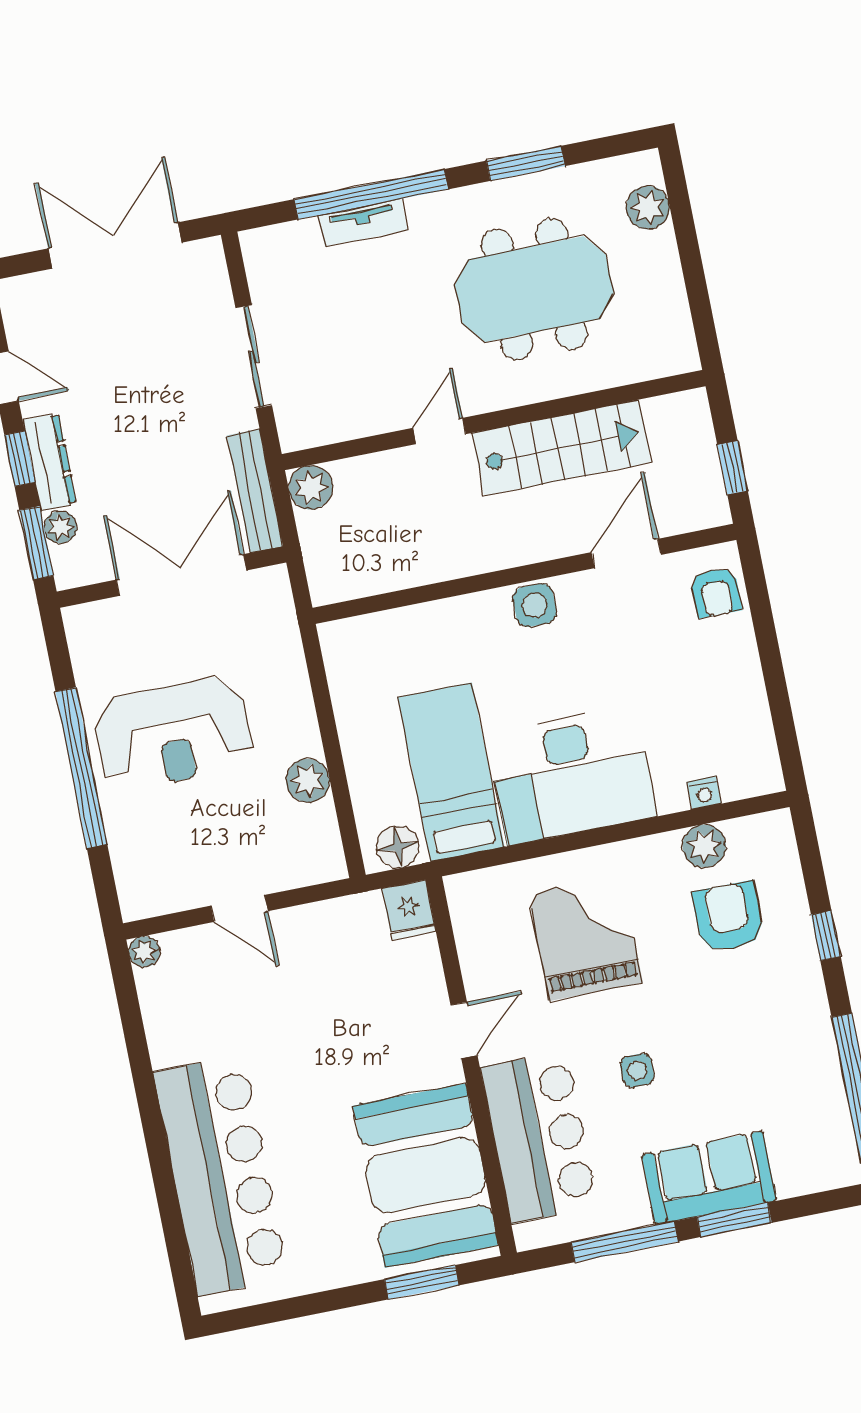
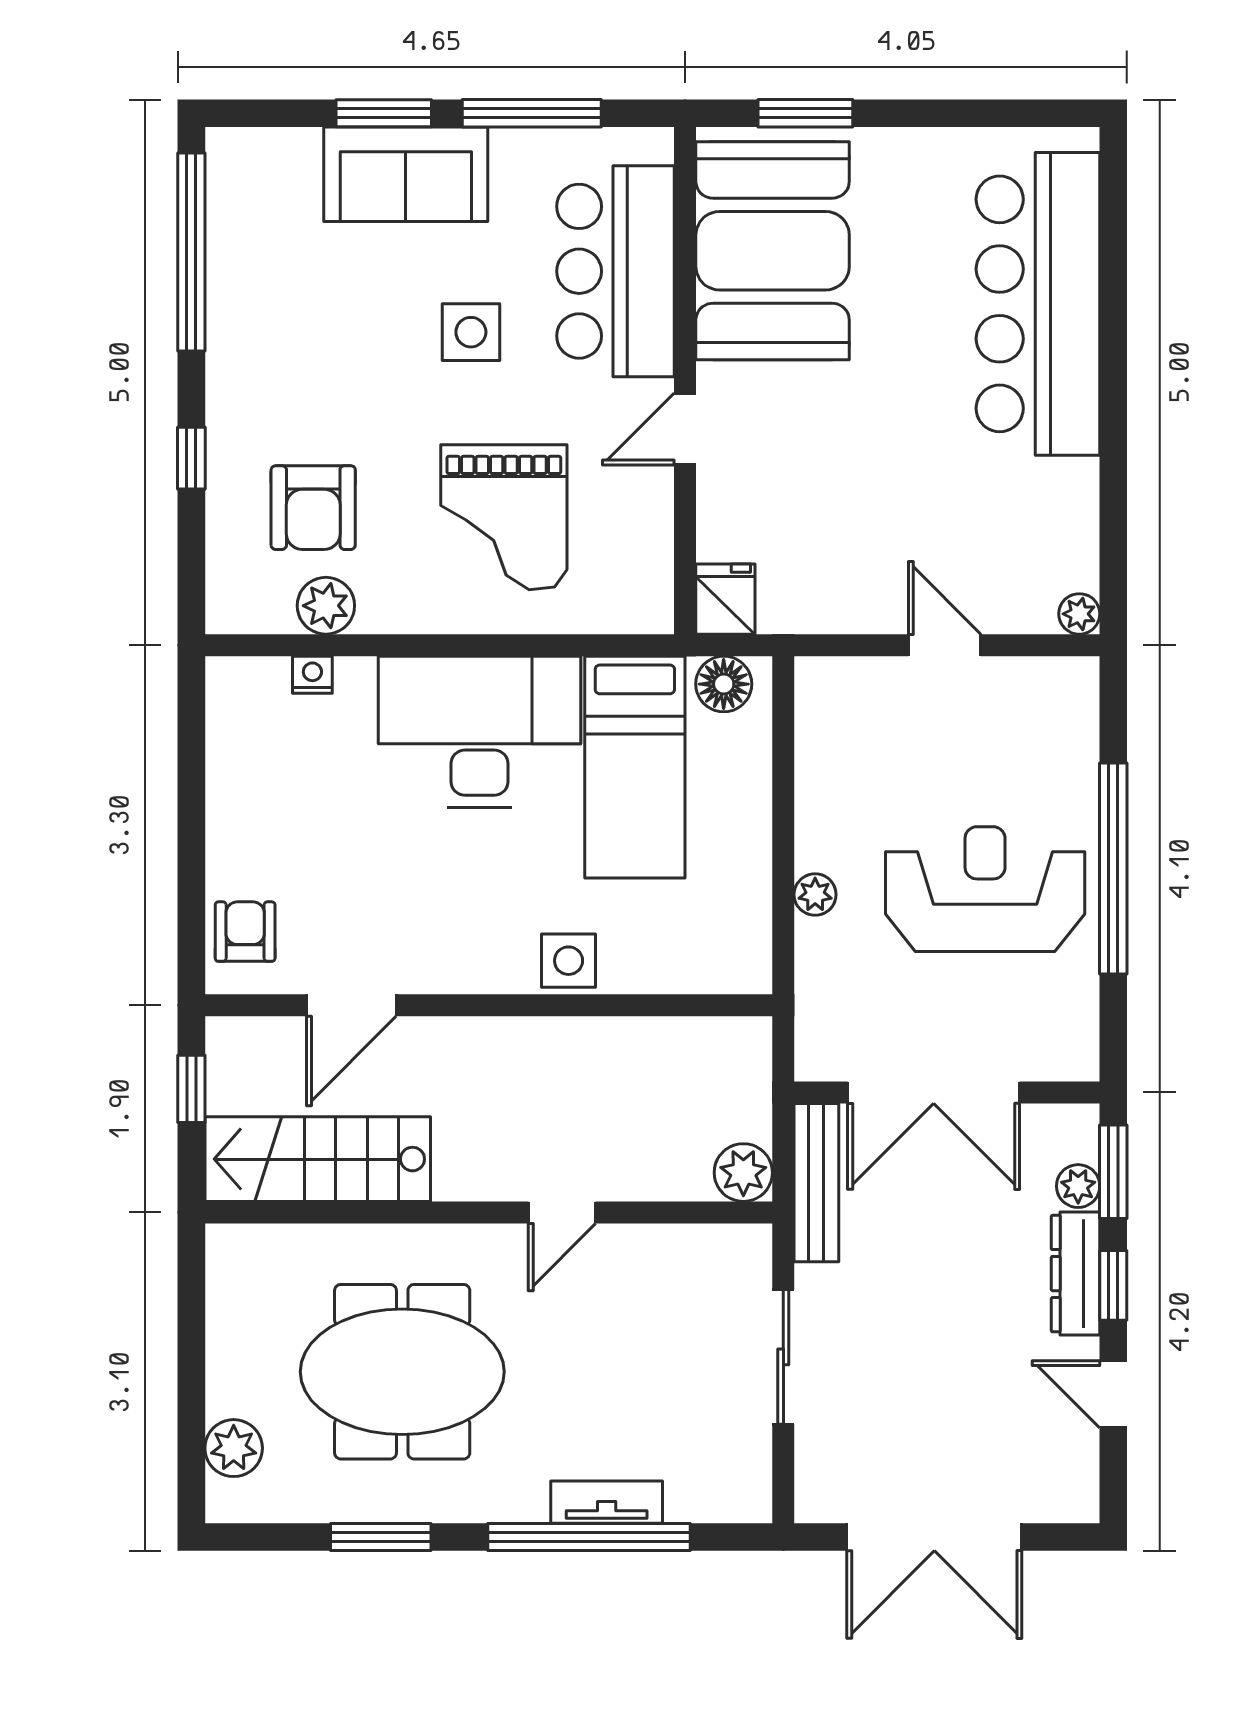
stairs: (561, 448) -> (318, 1159), moved
side table: (535, 605) -> (569, 961), moved
plant: (308, 780) -> (815, 895), moved, width x0.73, depth x0.73
side table: (637, 1070) -> (471, 332), width x1.37, depth x1.37

